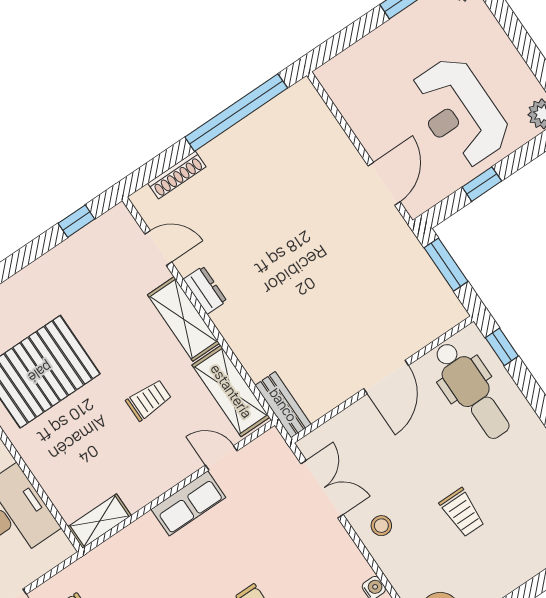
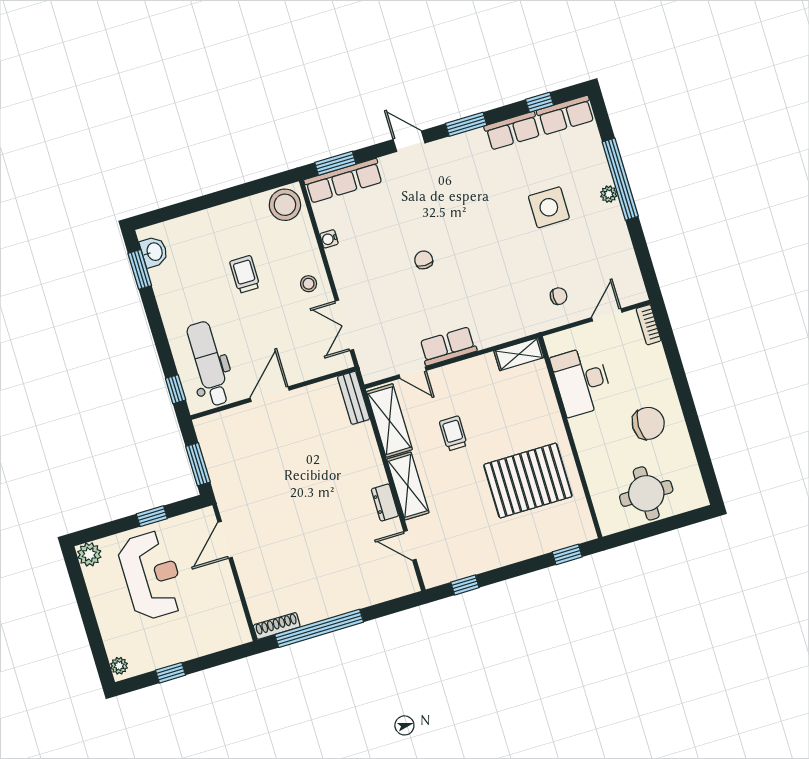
shoe rack: (177, 175) -> (277, 626), moved
trolley: (149, 400) -> (453, 433), turned 90

